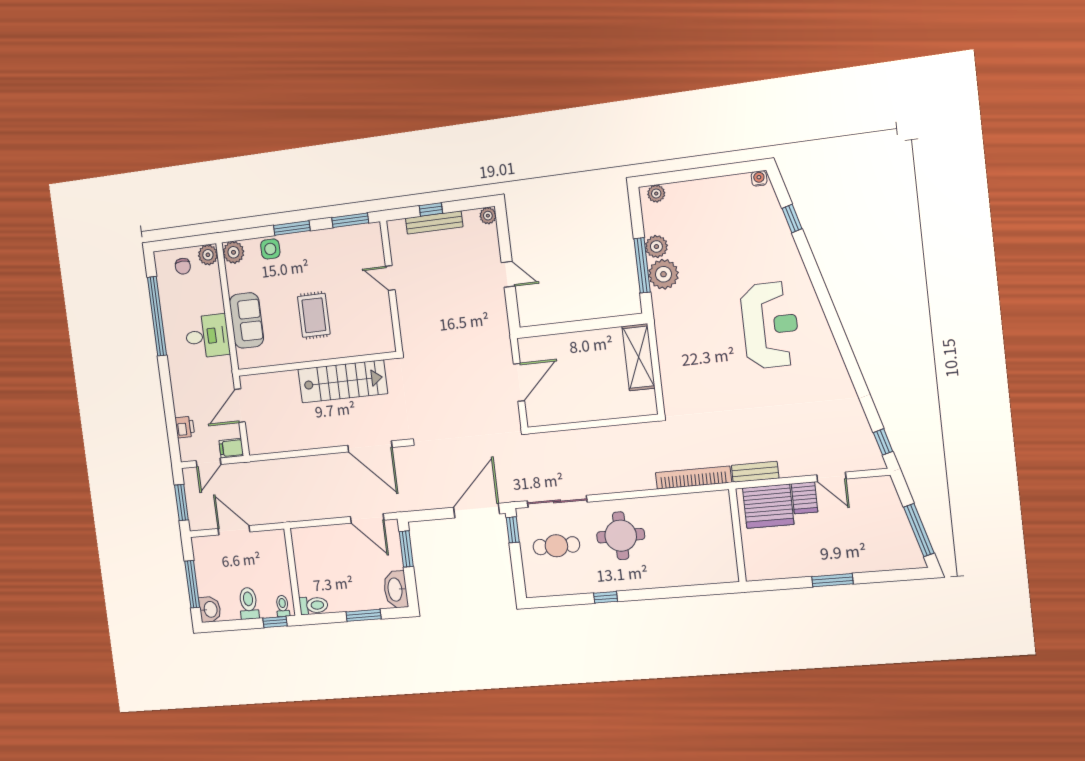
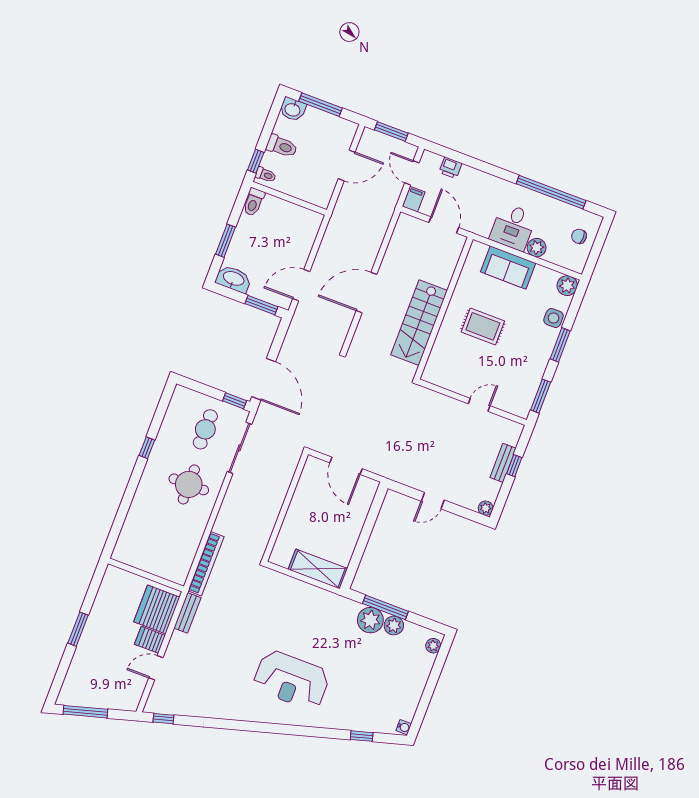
bench: (434, 222) -> (503, 463), width x0.73
plant: (208, 255) -> (537, 248), moved
door: (370, 446) -> (366, 293), moved

